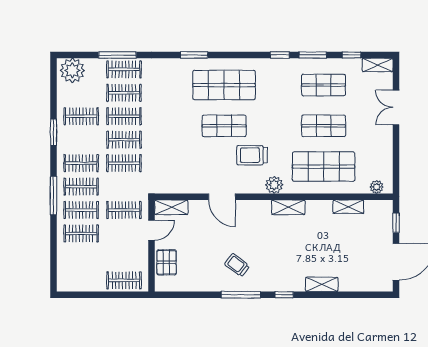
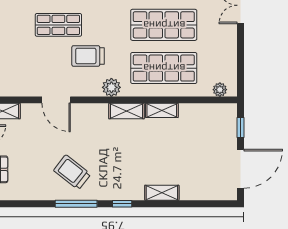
shop shelf: (324, 126) -> (164, 25), width x1.43, depth x1.36
shelving: (348, 207) -> (162, 110), moved
trolley: (237, 265) -> (72, 172), width x1.36, depth x1.39

